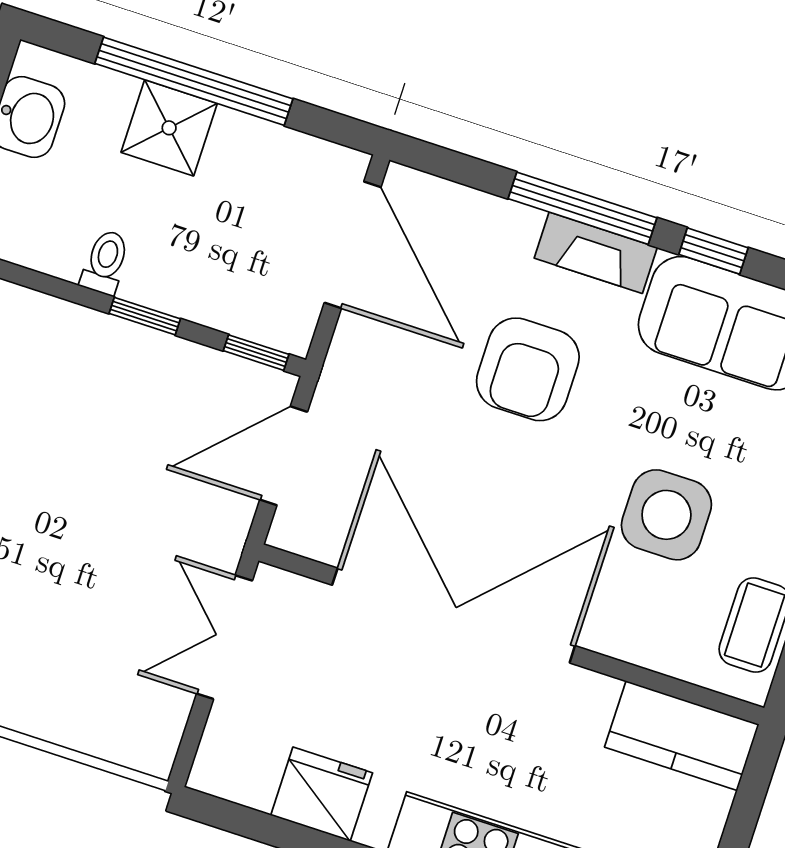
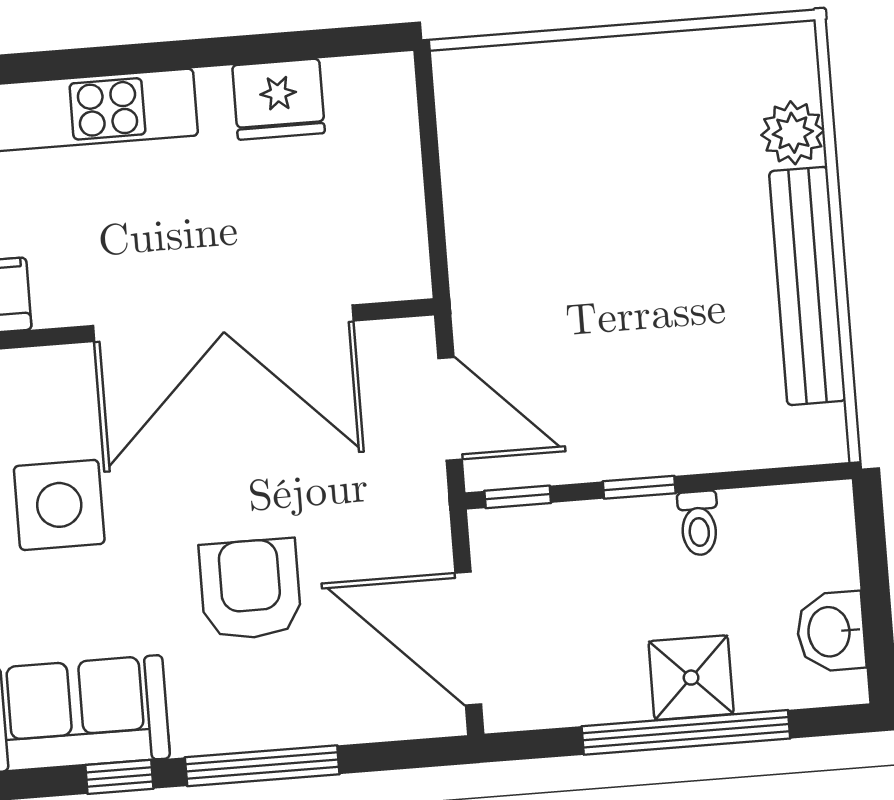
fireplace: (596, 253) -> (232, 728), removed
door: (284, 456) -> (450, 409), hinge flipped
double door: (224, 637) -> (435, 211), removed

